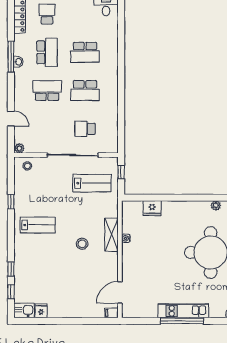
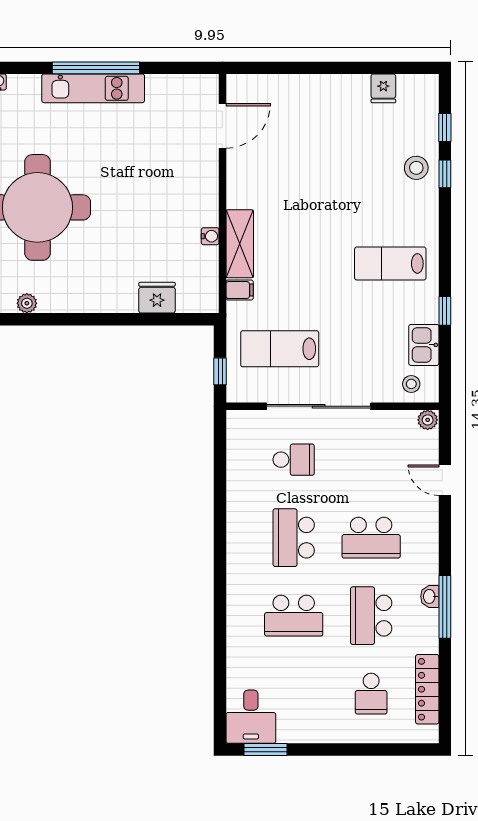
school desk: (85, 52) -> (294, 616), turned 180
school desk: (85, 91) -> (294, 538), turned -90
stool: (82, 244) -> (416, 168), moved
kitchen sink: (24, 311) -> (424, 345), moved, turned 90
filing cabinet: (112, 313) -> (240, 290), moved

